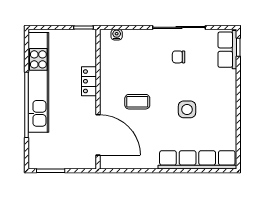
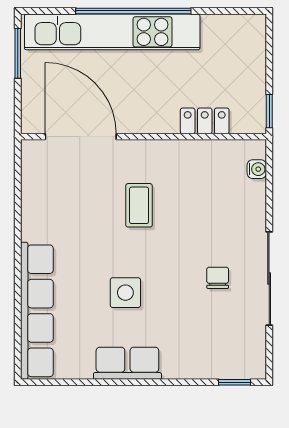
row of seats: (227, 50) -> (127, 363), moved
locker: (89, 81) -> (205, 121), moved
kitchen unit: (38, 82) -> (112, 32), moved
door: (98, 135) -> (81, 137), swing flipped

